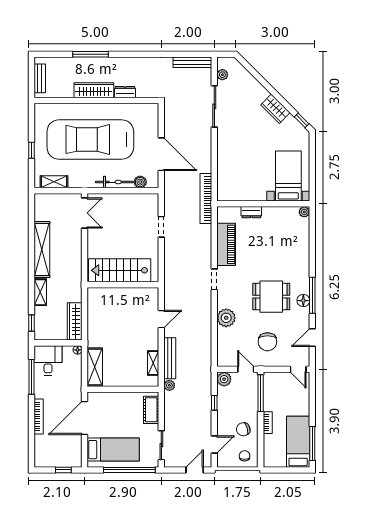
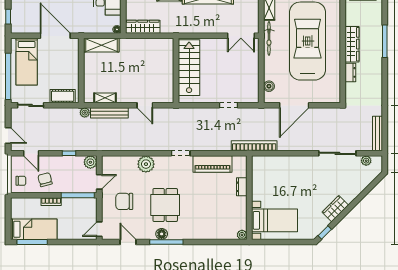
bicycle: (114, 182) -> (269, 38), moved

